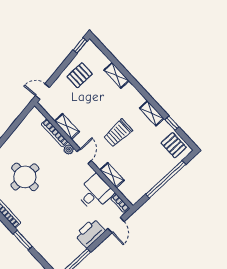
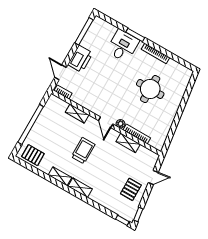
shelving: (116, 75) -> (80, 188), moved
door: (42, 91) -> (153, 178), moved
window: (172, 123) -> (122, 220), moved
desk: (95, 193) -> (123, 46), moved, turned 180

